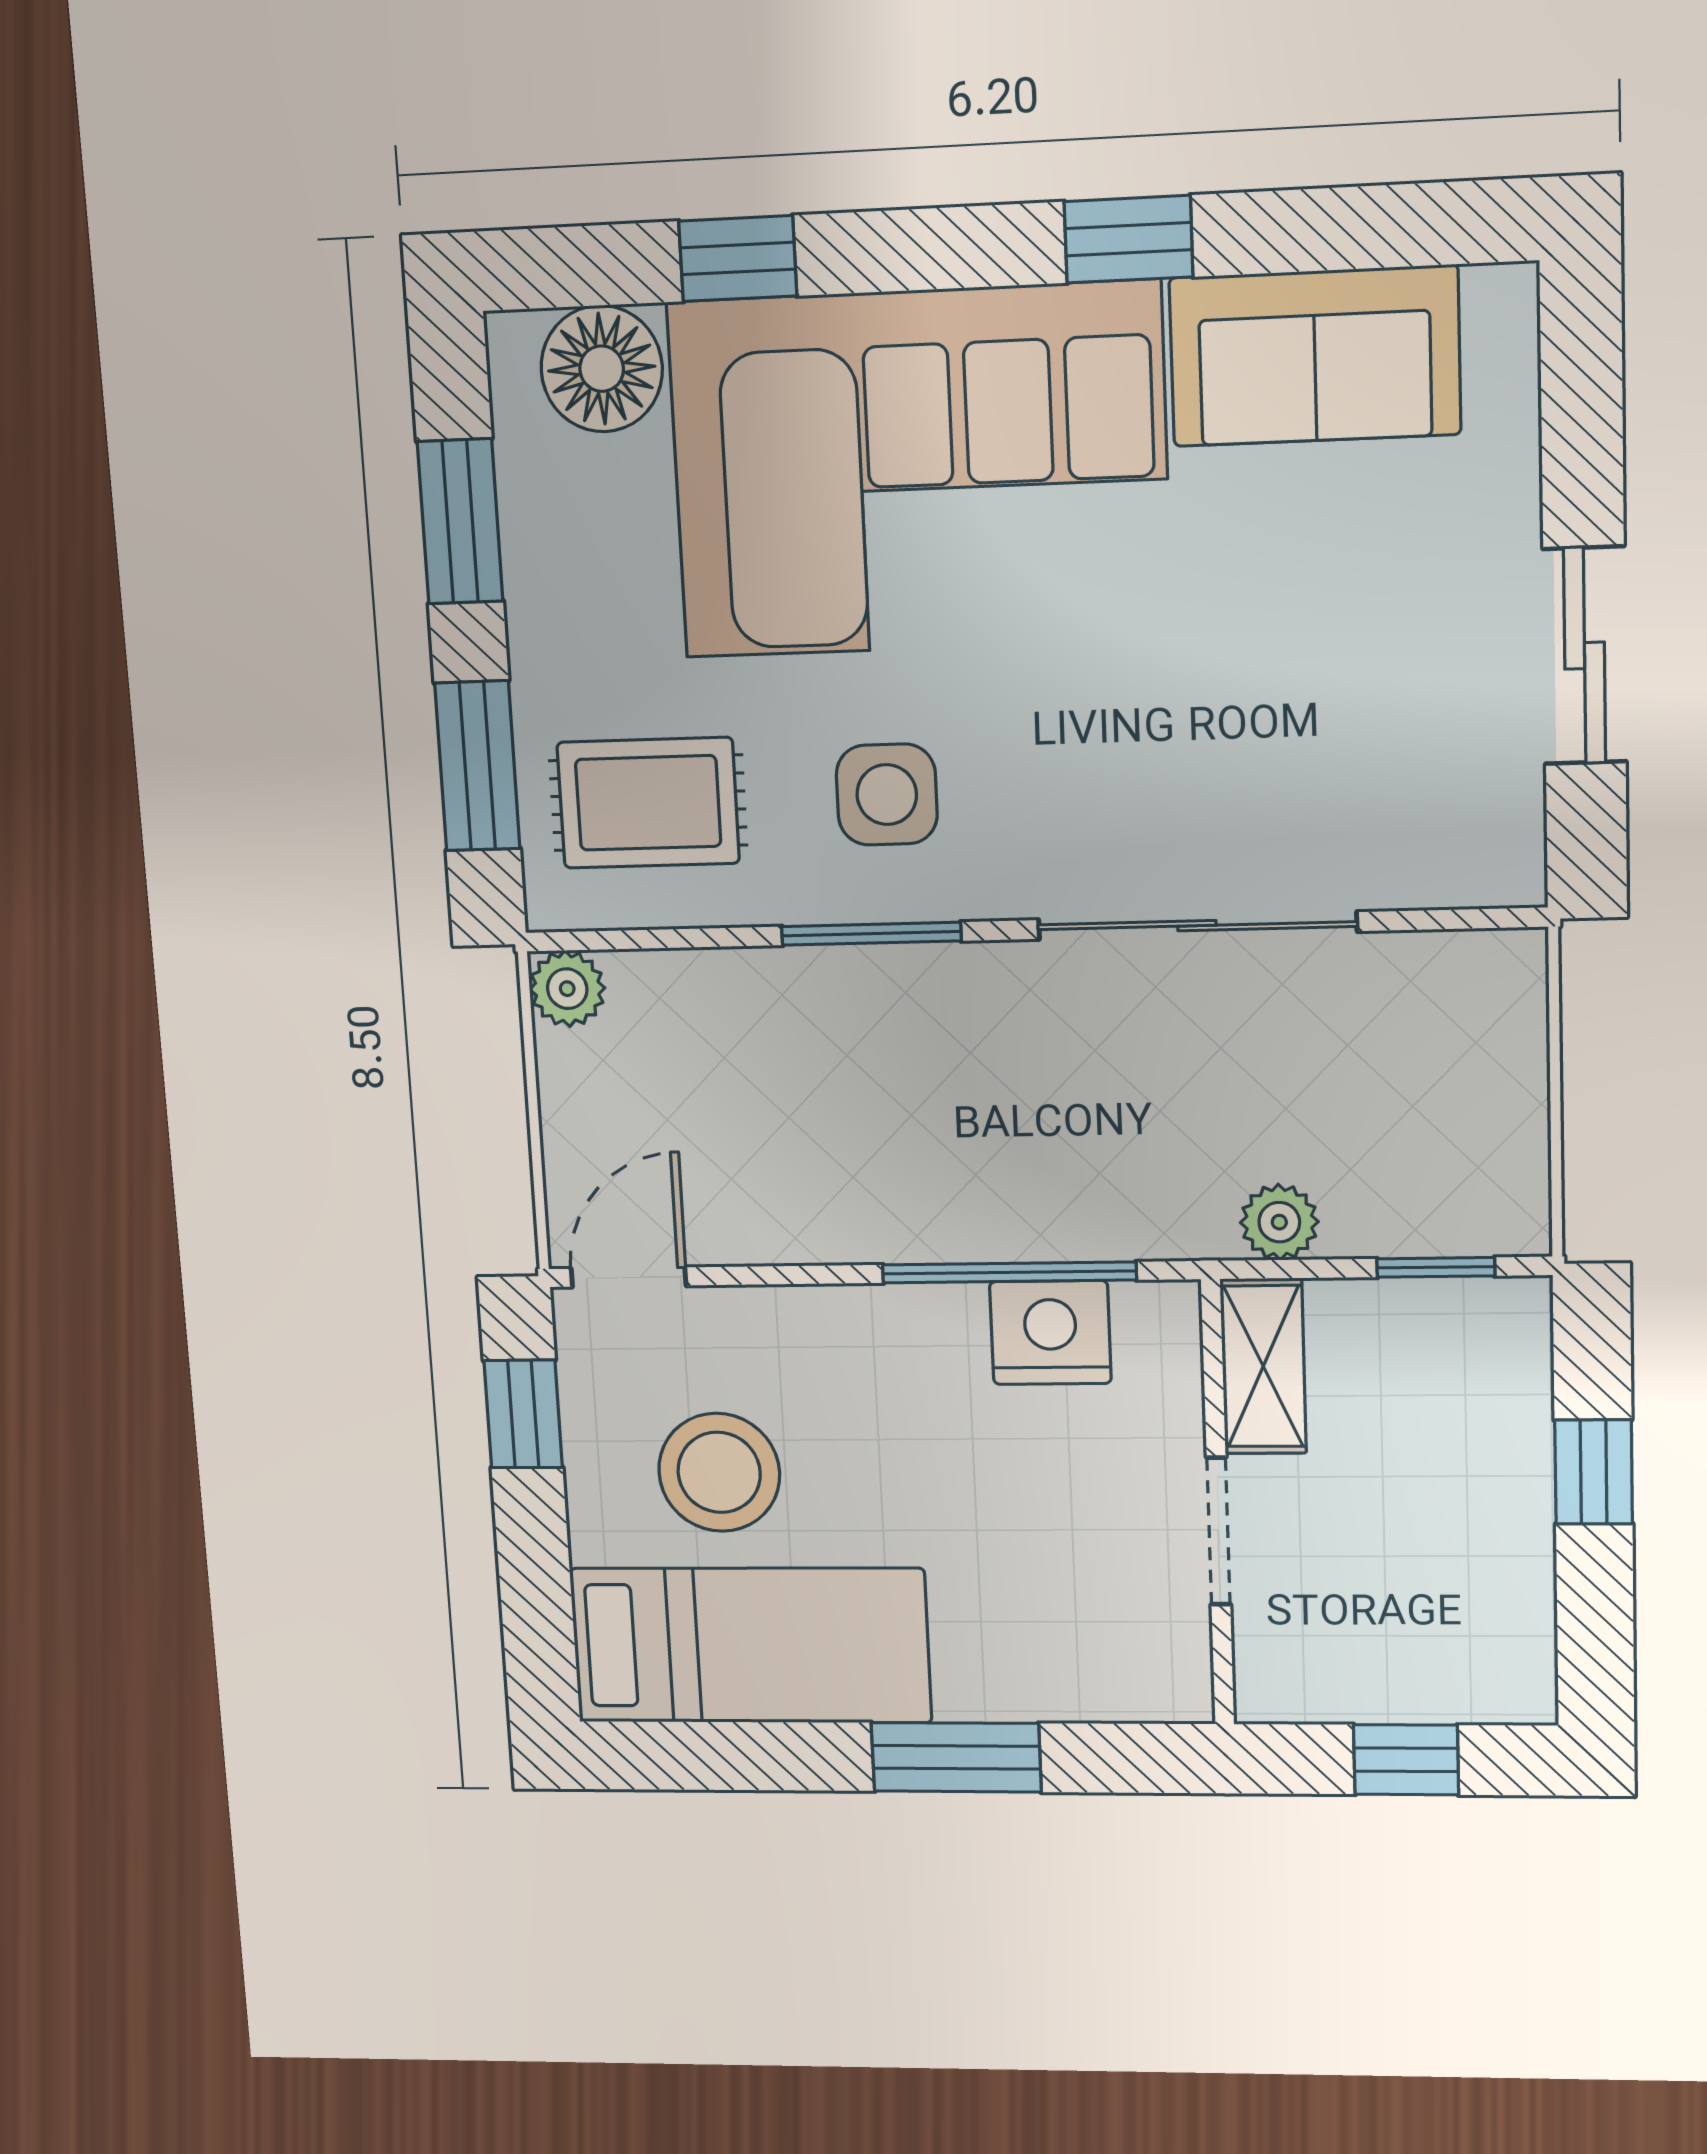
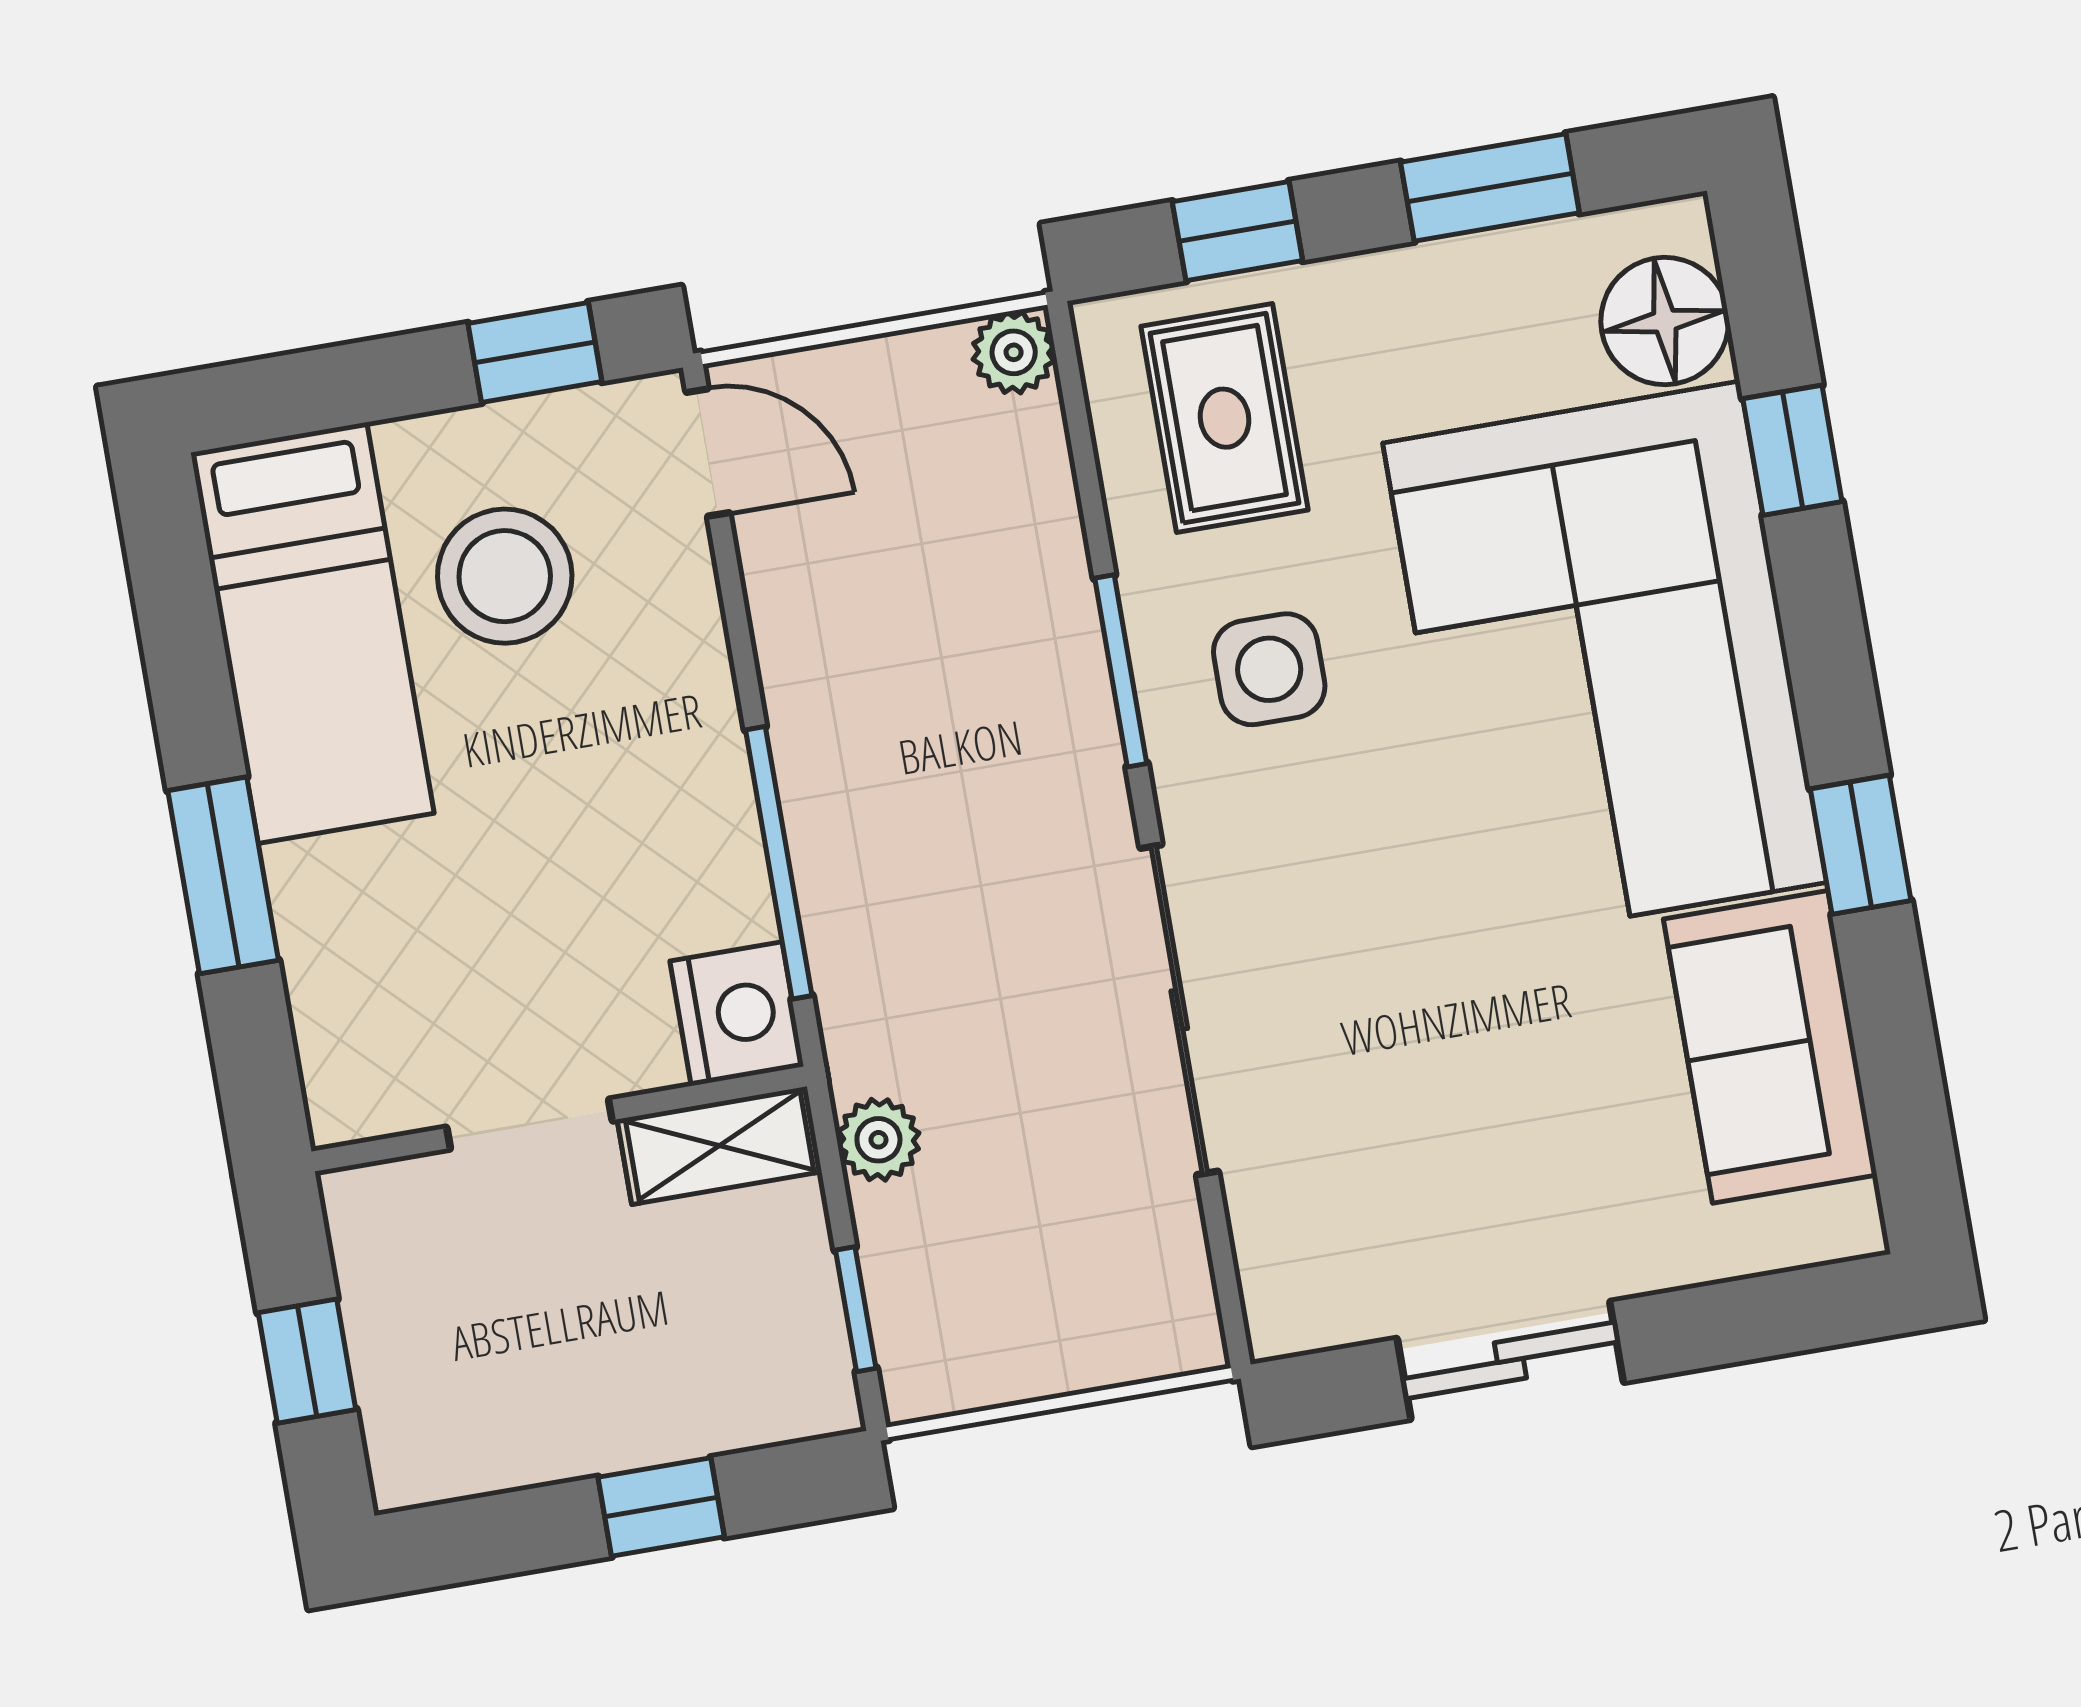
window: (477, 766) -> (1237, 231), width x0.67
nightstand: (1050, 1333) -> (737, 1014), moved

